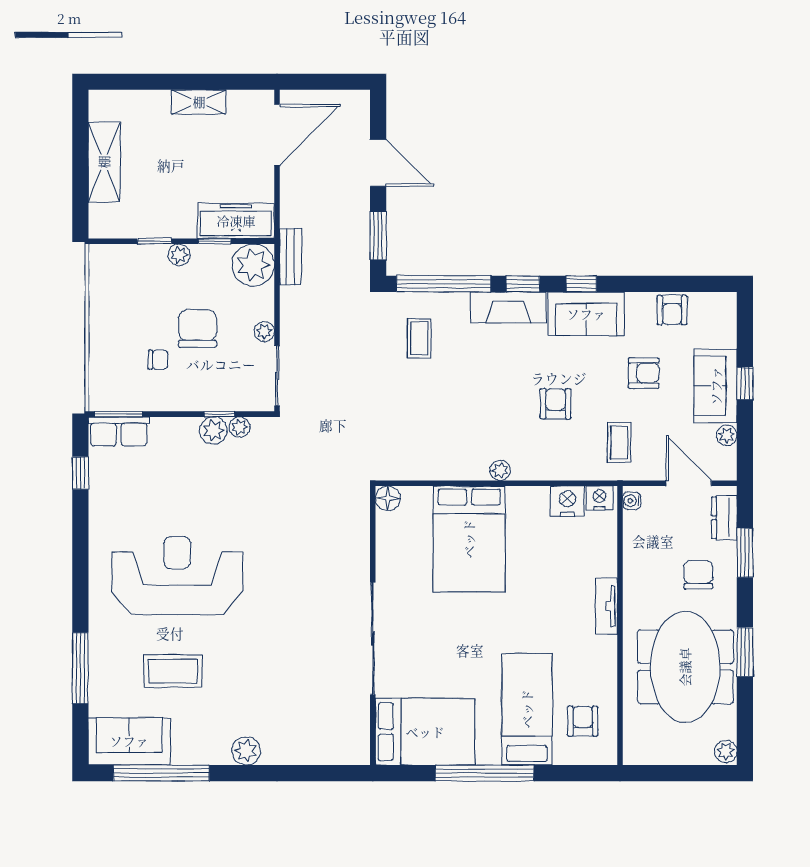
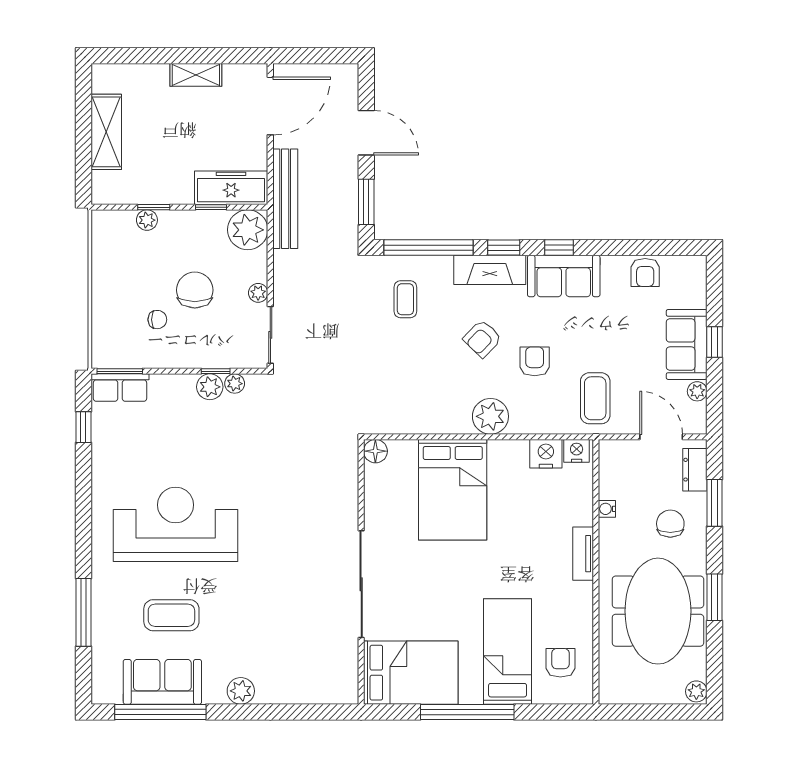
plant: (179, 255) -> (147, 220), moved
bench: (290, 257) -> (285, 199), width x1.86, depth x1.21
armchair: (644, 373) -> (482, 339), moved, turned 134
coffee table: (619, 443) -> (595, 398), width x1.36, depth x1.30
plant: (500, 470) -> (490, 416), width x1.88, depth x1.88
water cooler: (632, 501) -> (607, 509), moved
sofa: (129, 741) -> (162, 682), moved

